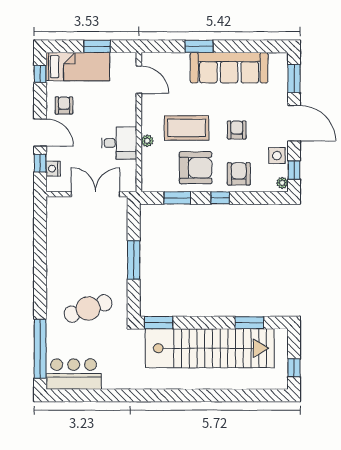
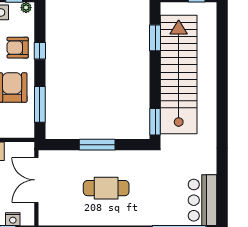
window: (177, 198) -> (40, 104), width x1.44
window: (220, 198) -> (40, 51), moved
cafe table: (88, 309) -> (106, 188), moved, turned -71

